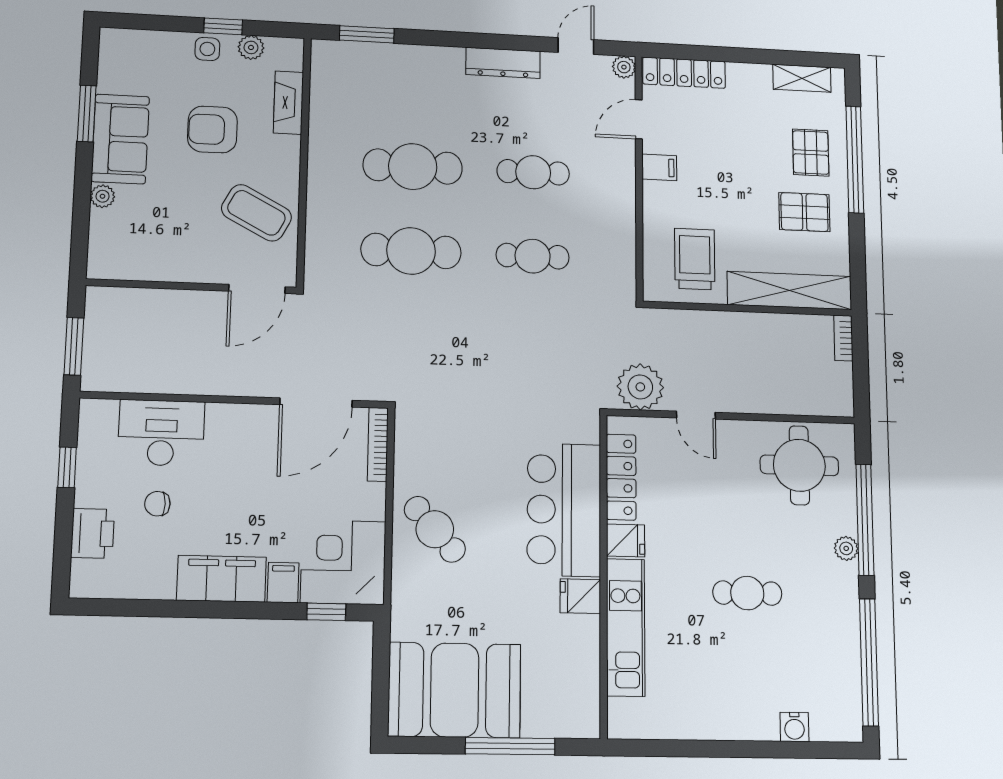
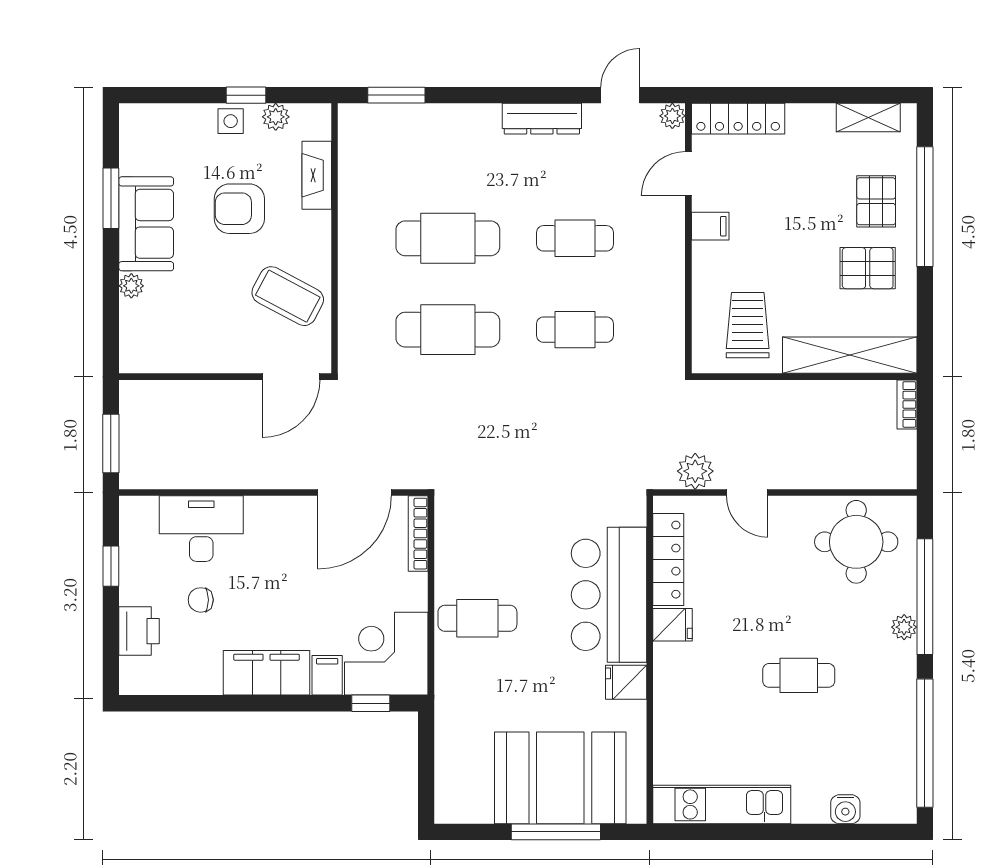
plant: (640, 387) -> (695, 471), width x0.73, depth x0.73
cafe table: (435, 529) -> (477, 618), turned -48
kitchen unit: (626, 627) -> (722, 804), moved, turned -90
booth: (455, 690) -> (560, 778), moved

